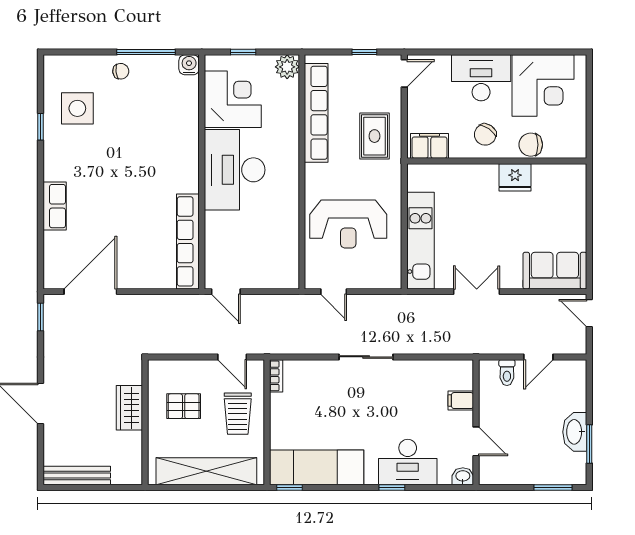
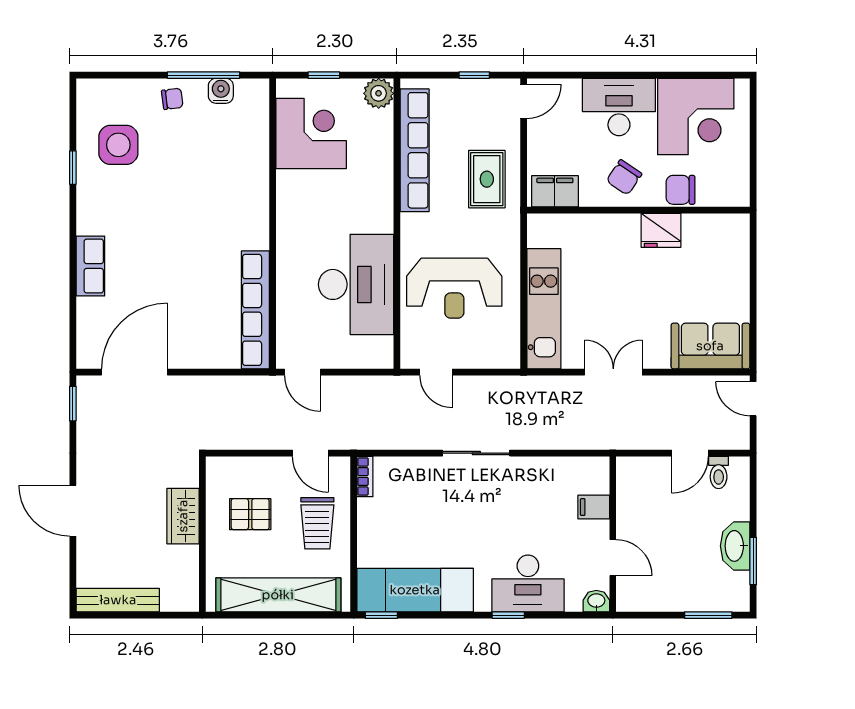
water cooler: (189, 65) -> (221, 91), moved
desk: (235, 170) -> (356, 284), moved, turned 180
toilet: (507, 373) -> (719, 472), moved

